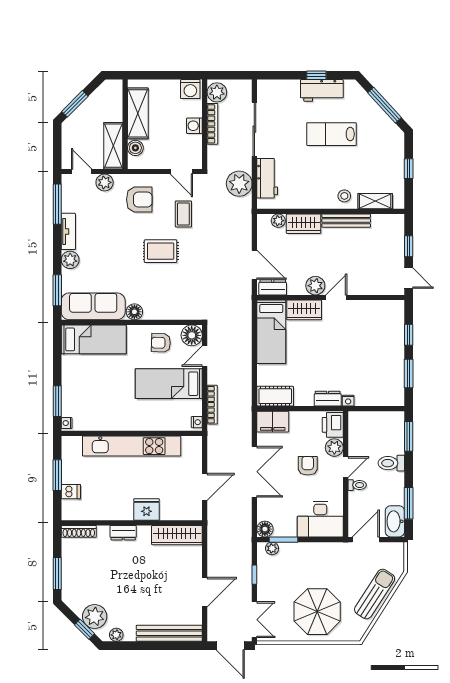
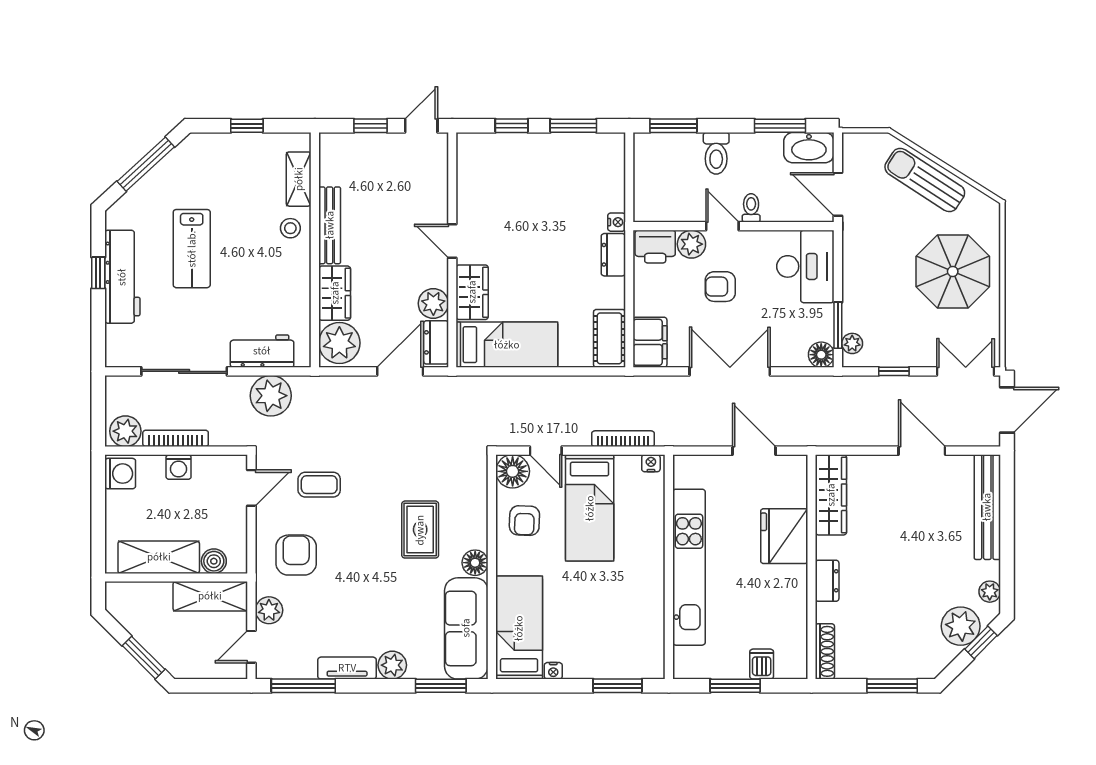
workbench: (322, 90) -> (122, 277), width x1.38
plant: (278, 221) -> (339, 343), width x1.88, depth x1.88
rug: (161, 251) -> (420, 530), moved
plant: (315, 286) -> (433, 303), moved
nightstand: (67, 423) -> (553, 671), moved
fridge: (146, 510) -> (784, 536), width x1.36, depth x1.34

